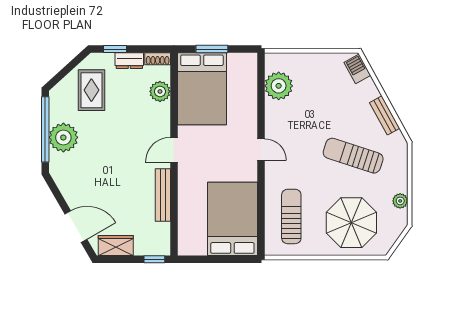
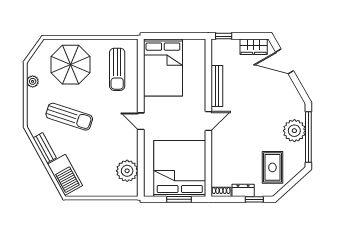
barbecue: (357, 69) -> (65, 175), width x1.88, depth x1.53
bed: (202, 89) -> (180, 168), width x1.36
plant: (160, 91) -> (219, 166), removed

